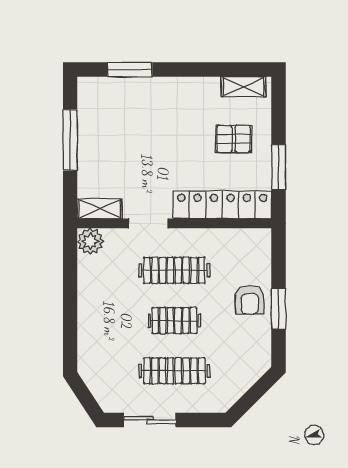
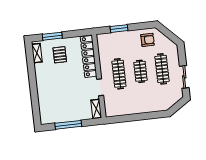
window: (130, 70) -> (35, 103), removed
window: (278, 167) -> (52, 36), moved
plant: (90, 241) -> (111, 111), removed
armchair: (250, 300) -> (148, 40), moved
window: (278, 309) -> (119, 29), moved

